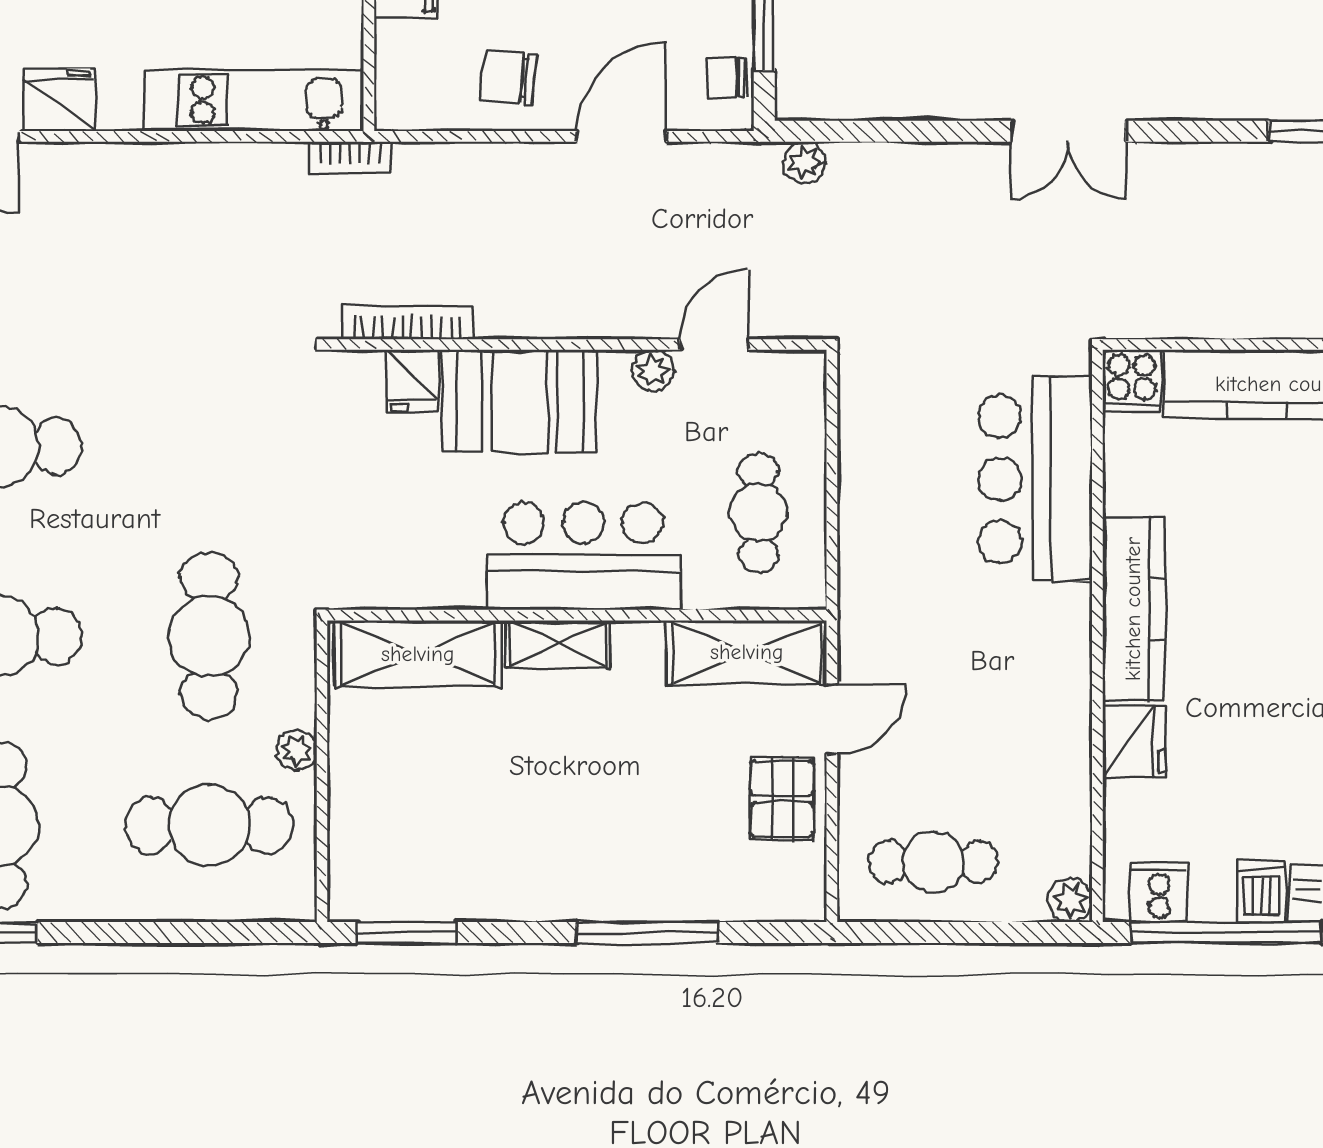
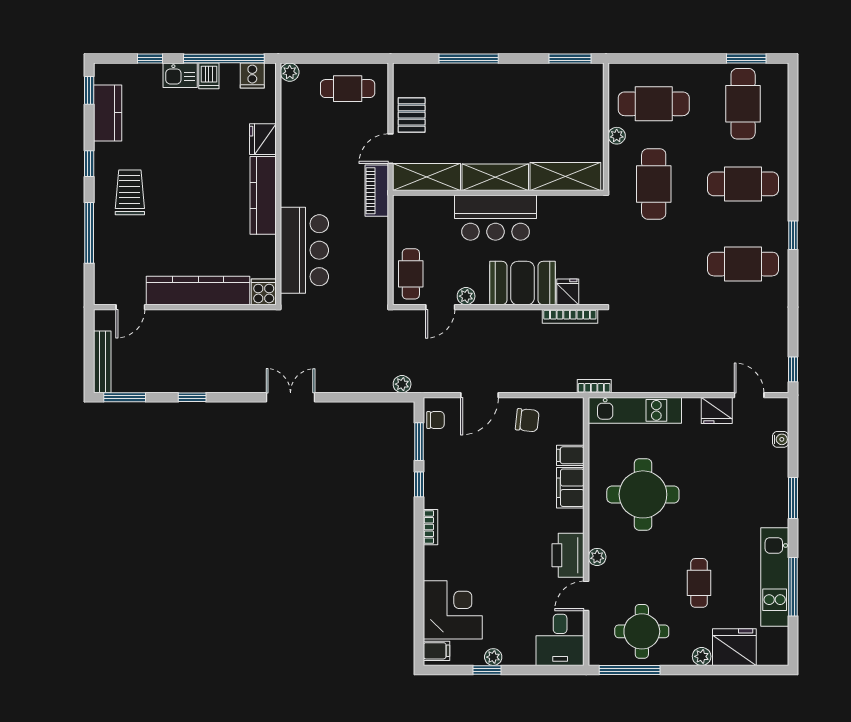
cafe table: (758, 512) -> (411, 274), moved
piano: (864, 620) -> (377, 191), added
shelving: (558, 644) -> (495, 177), width x1.50, depth x1.33

